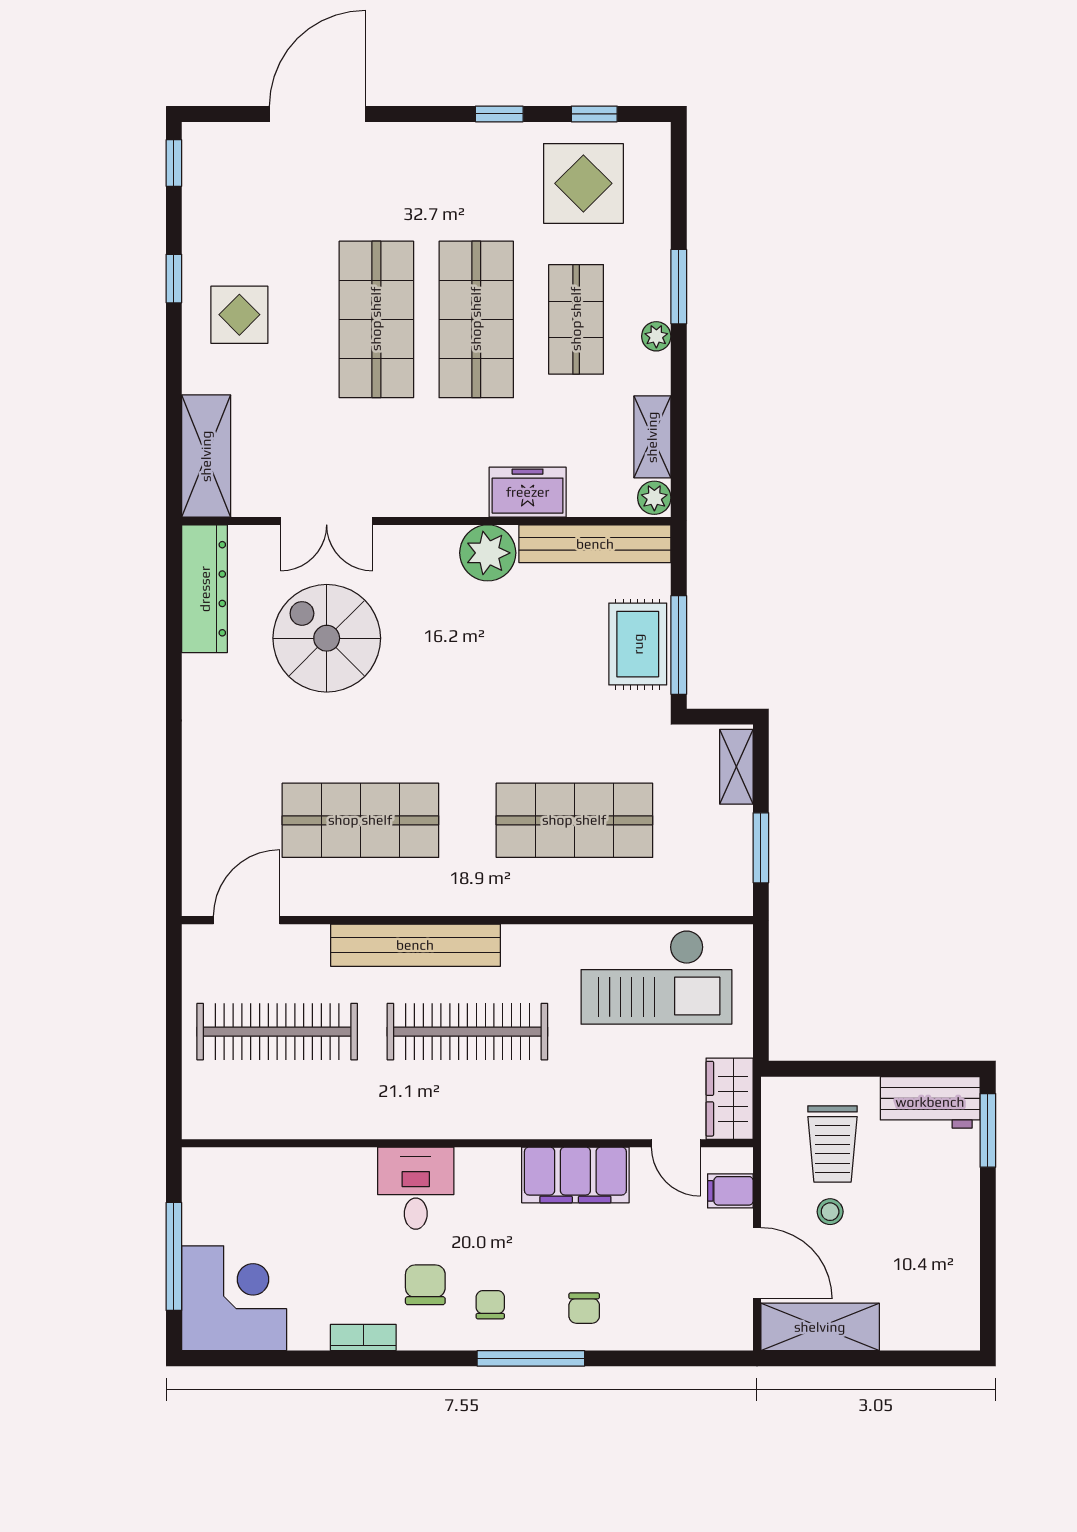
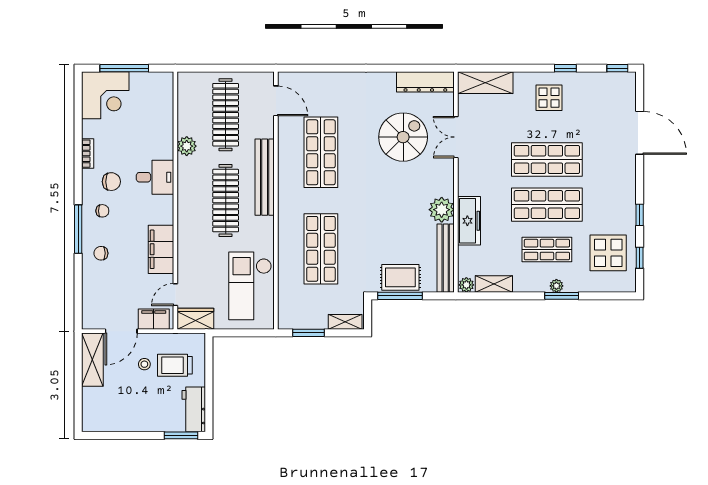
plant: (656, 336) -> (556, 286), moved
freezer: (528, 492) -> (469, 221), width x1.40
plant: (347, 1118) -> (187, 146), added
filing cabinet: (730, 1191) -> (154, 319), width x2.00

